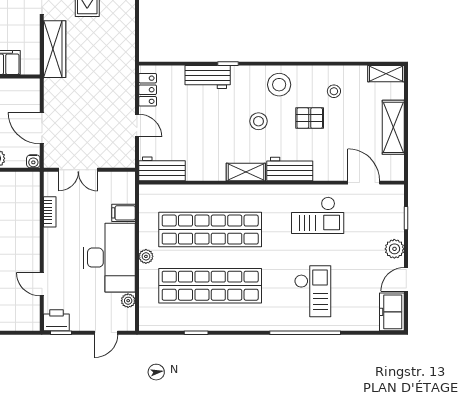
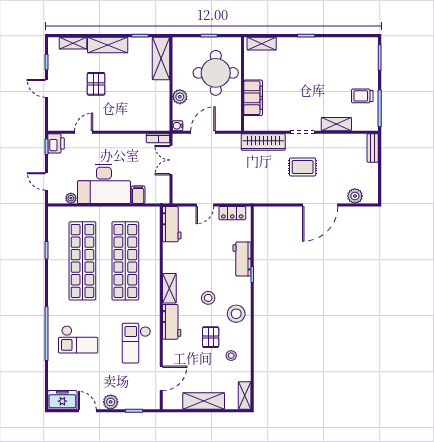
bookcase: (50, 212) -> (158, 138), moved
plant: (146, 256) -> (105, 212), removed

